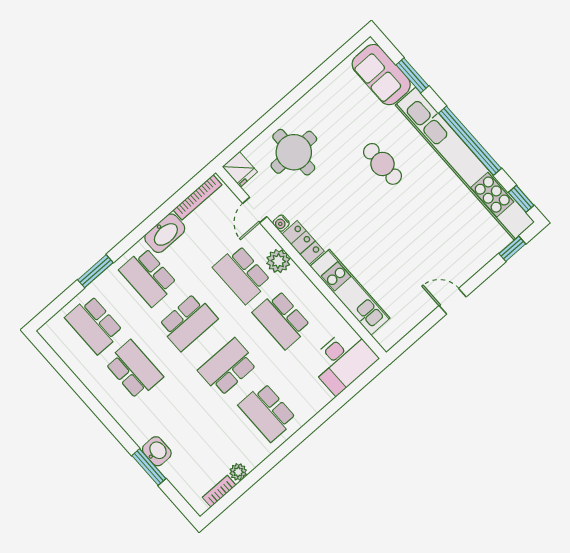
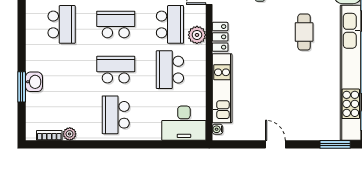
water cooler: (281, 223) -> (217, 129), moved
window: (512, 249) -> (335, 144), width x1.50
school desk: (242, 274) -> (170, 24), turned 180
school desk: (188, 322) -> (116, 24), turned 180

